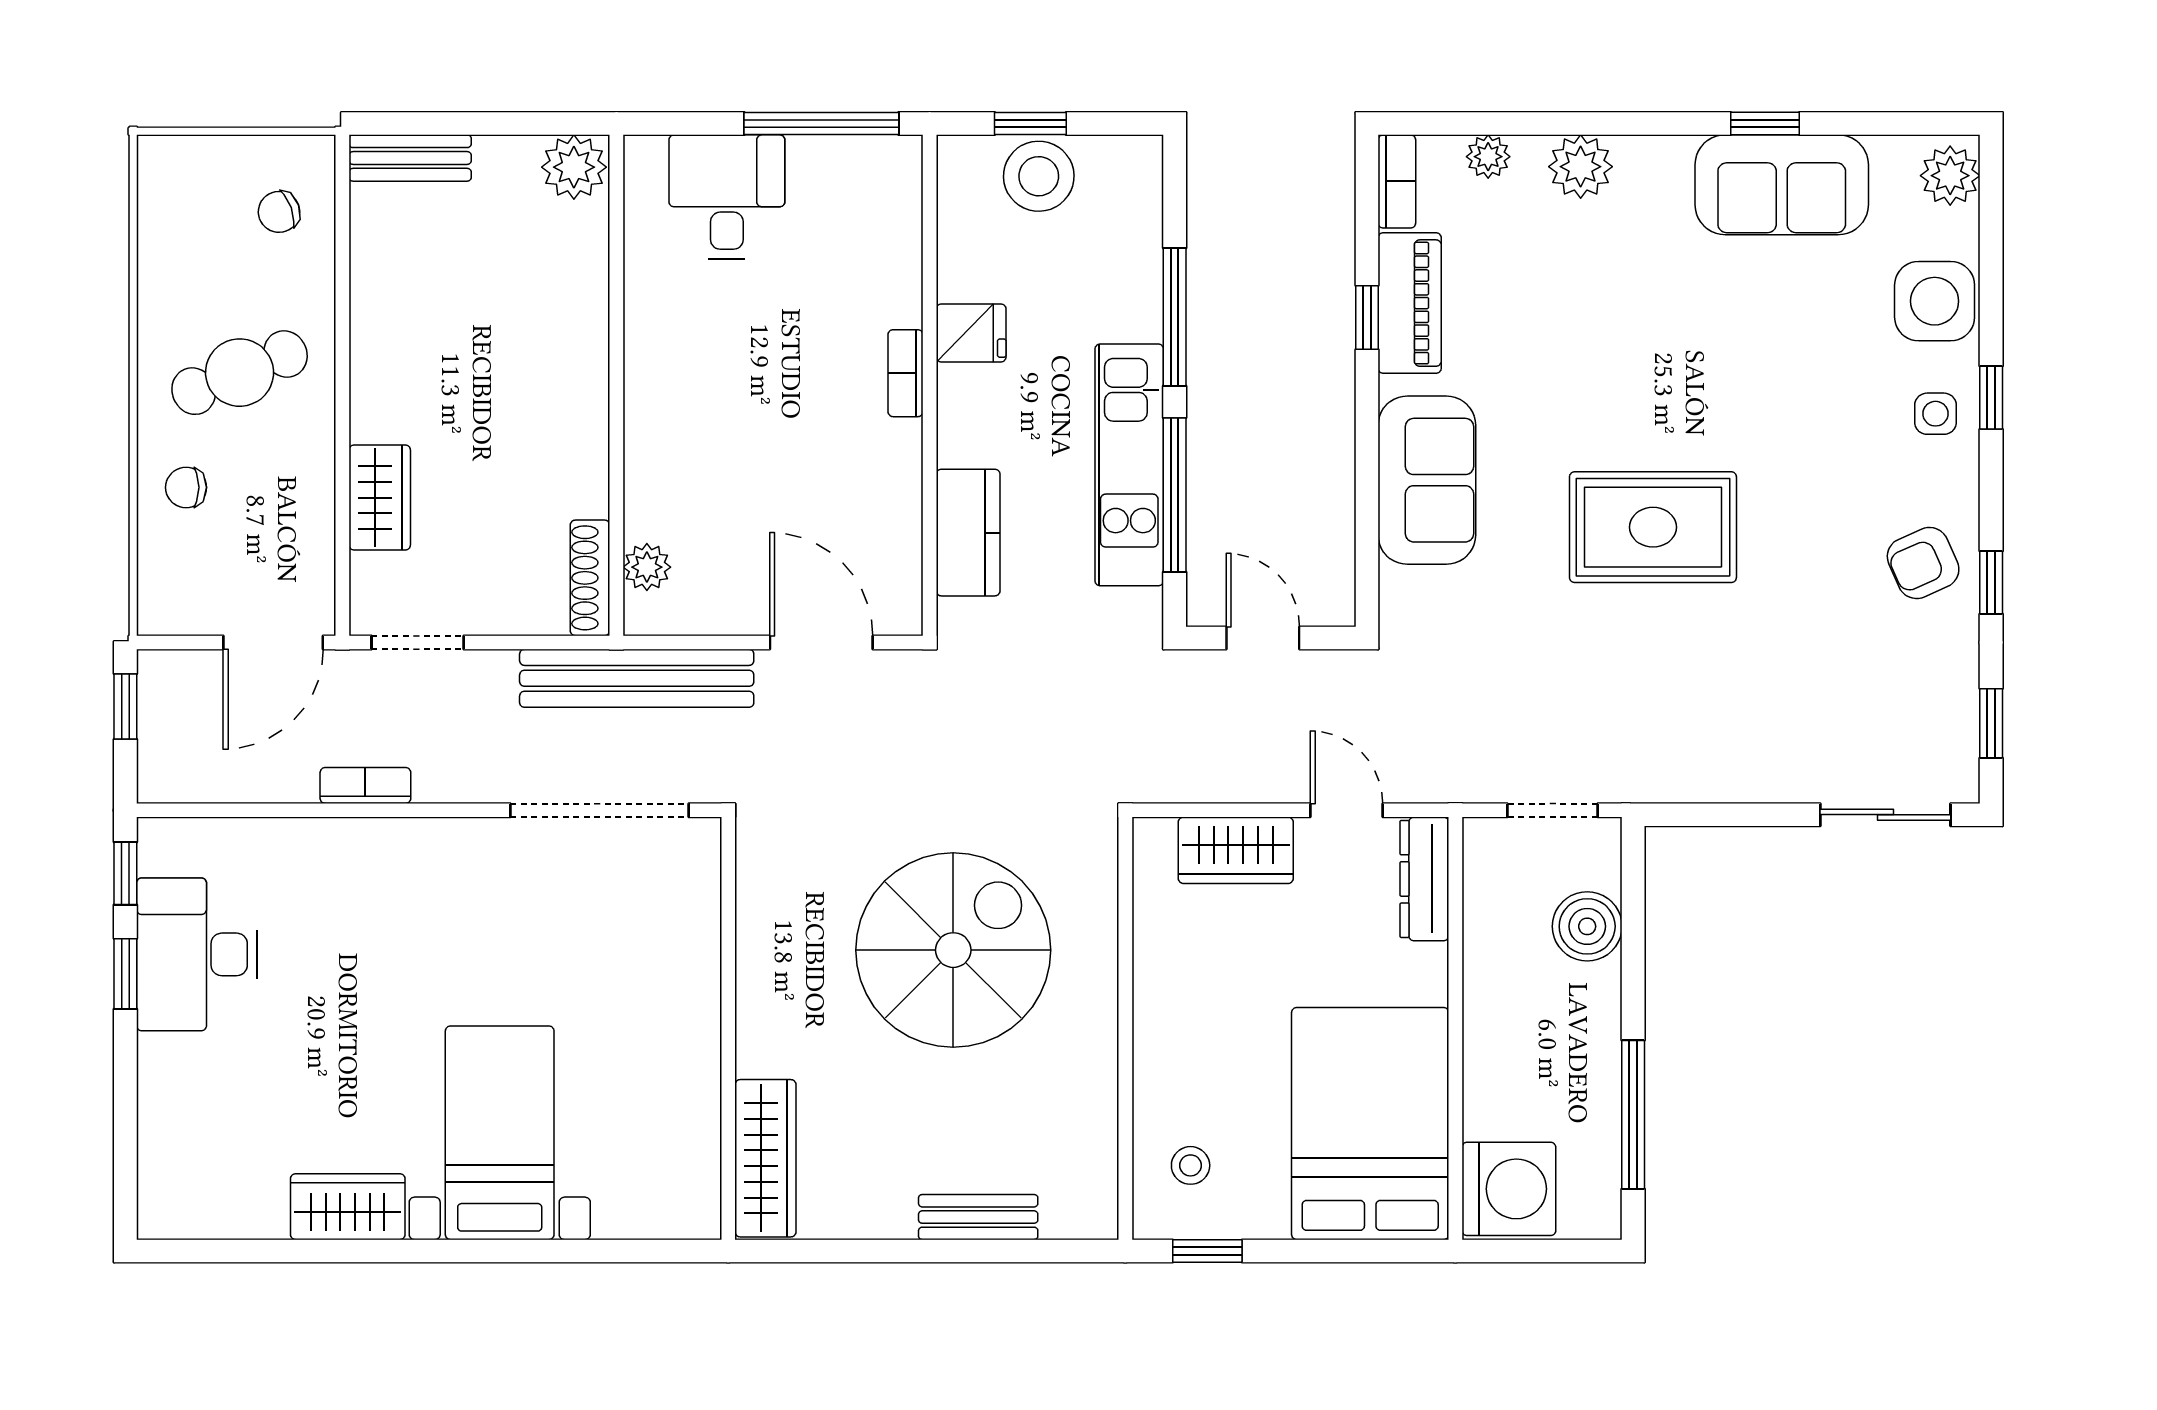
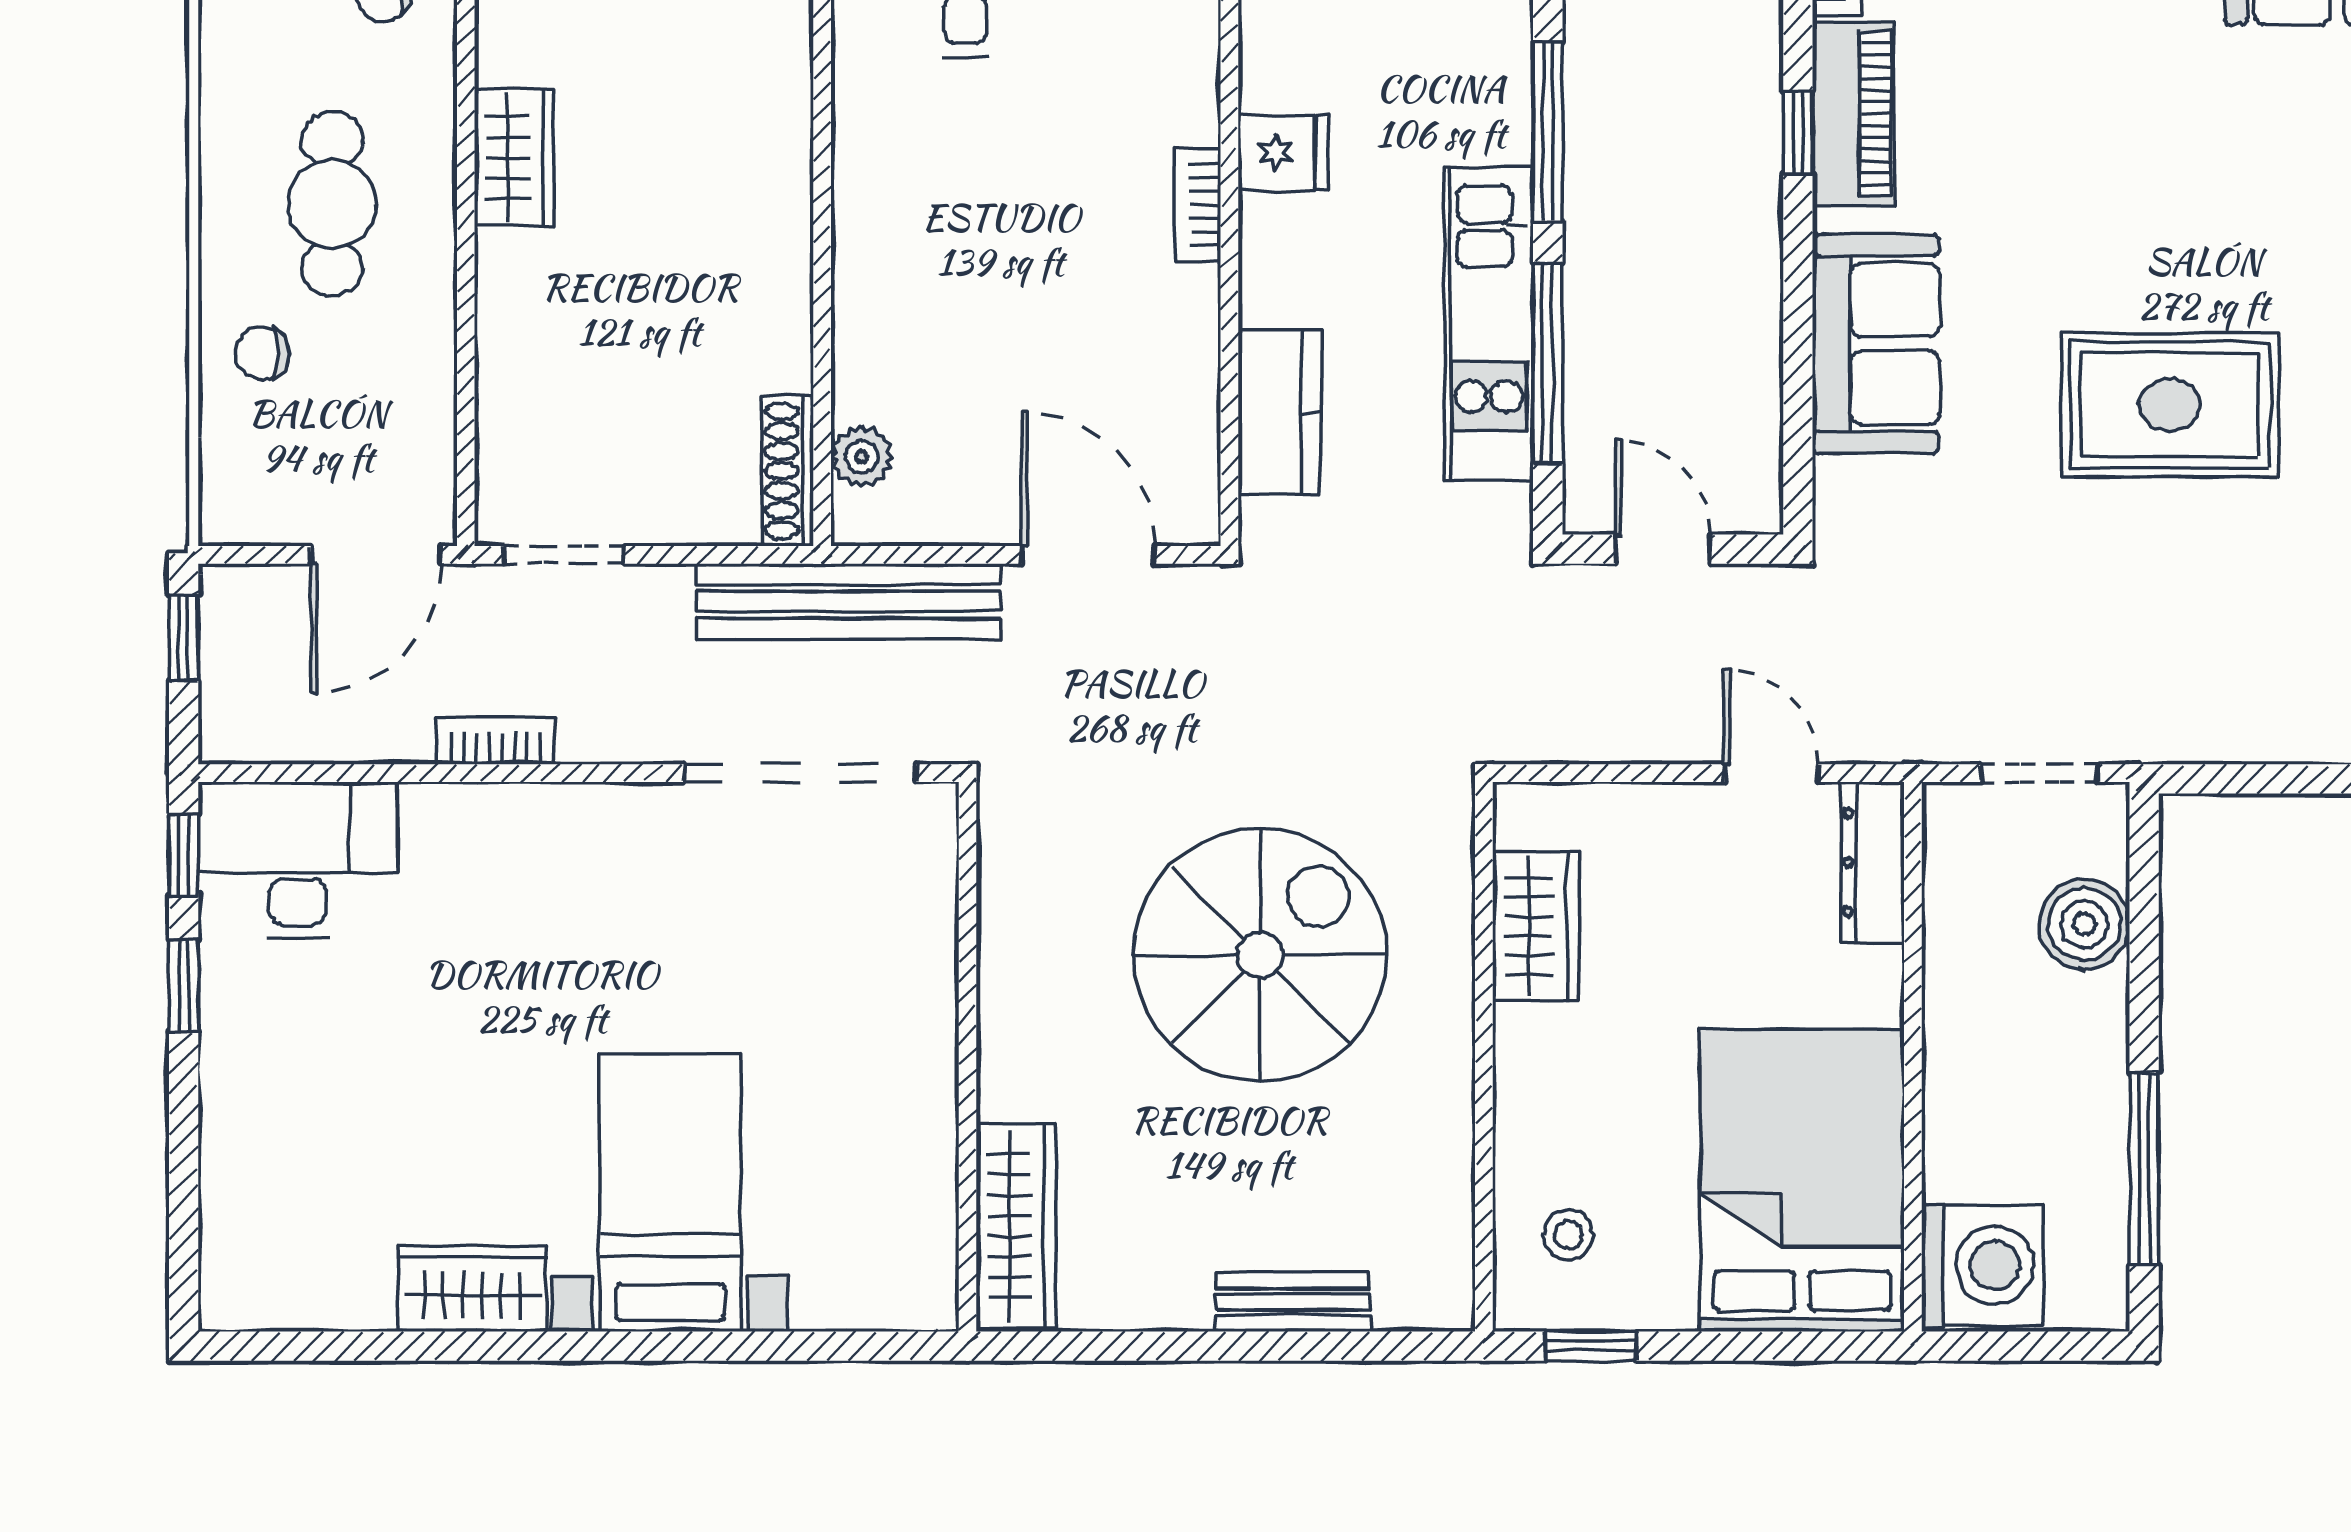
cafe table: (240, 373) -> (332, 204), turned -68
wardrobe: (380, 498) -> (514, 158), moved
wardrobe: (1236, 850) -> (1536, 926), moved, turned -90
desk: (197, 954) -> (298, 860), moved, turned 90

